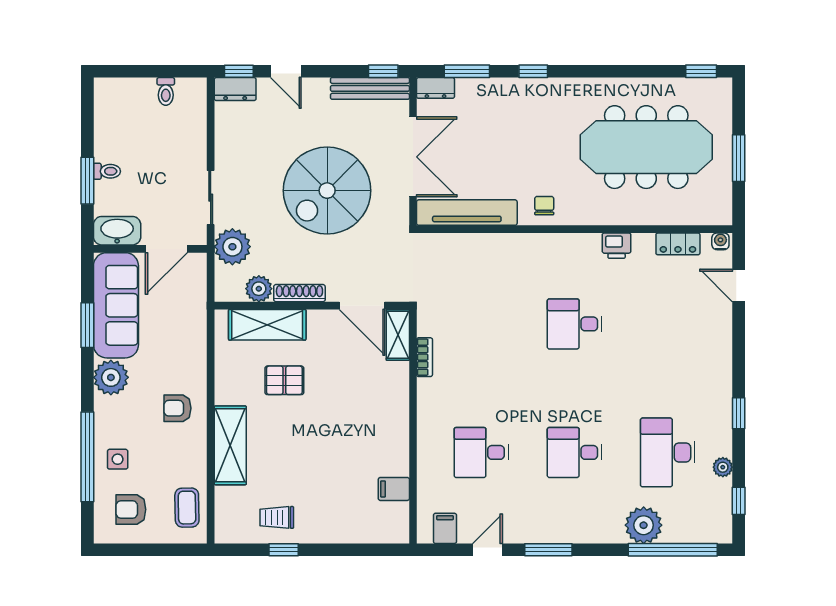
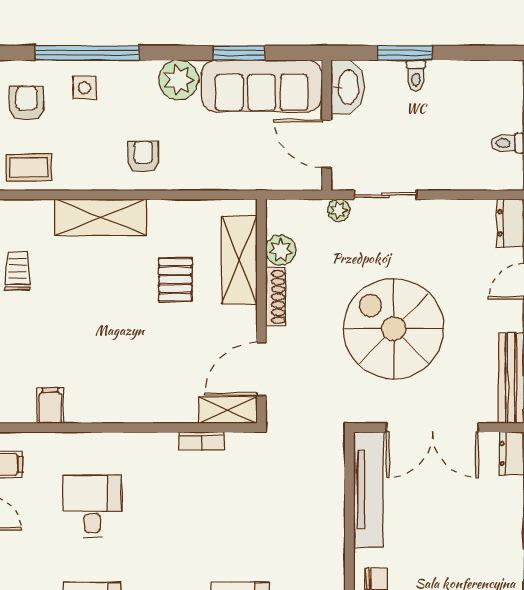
plant: (232, 247) -> (339, 210), width x0.53, depth x0.53

